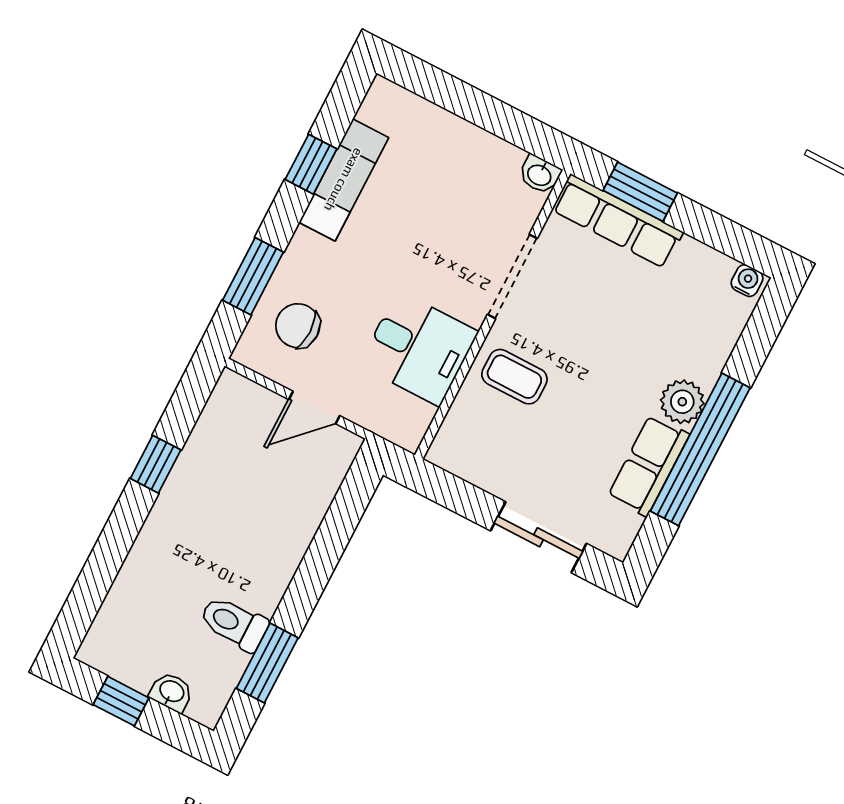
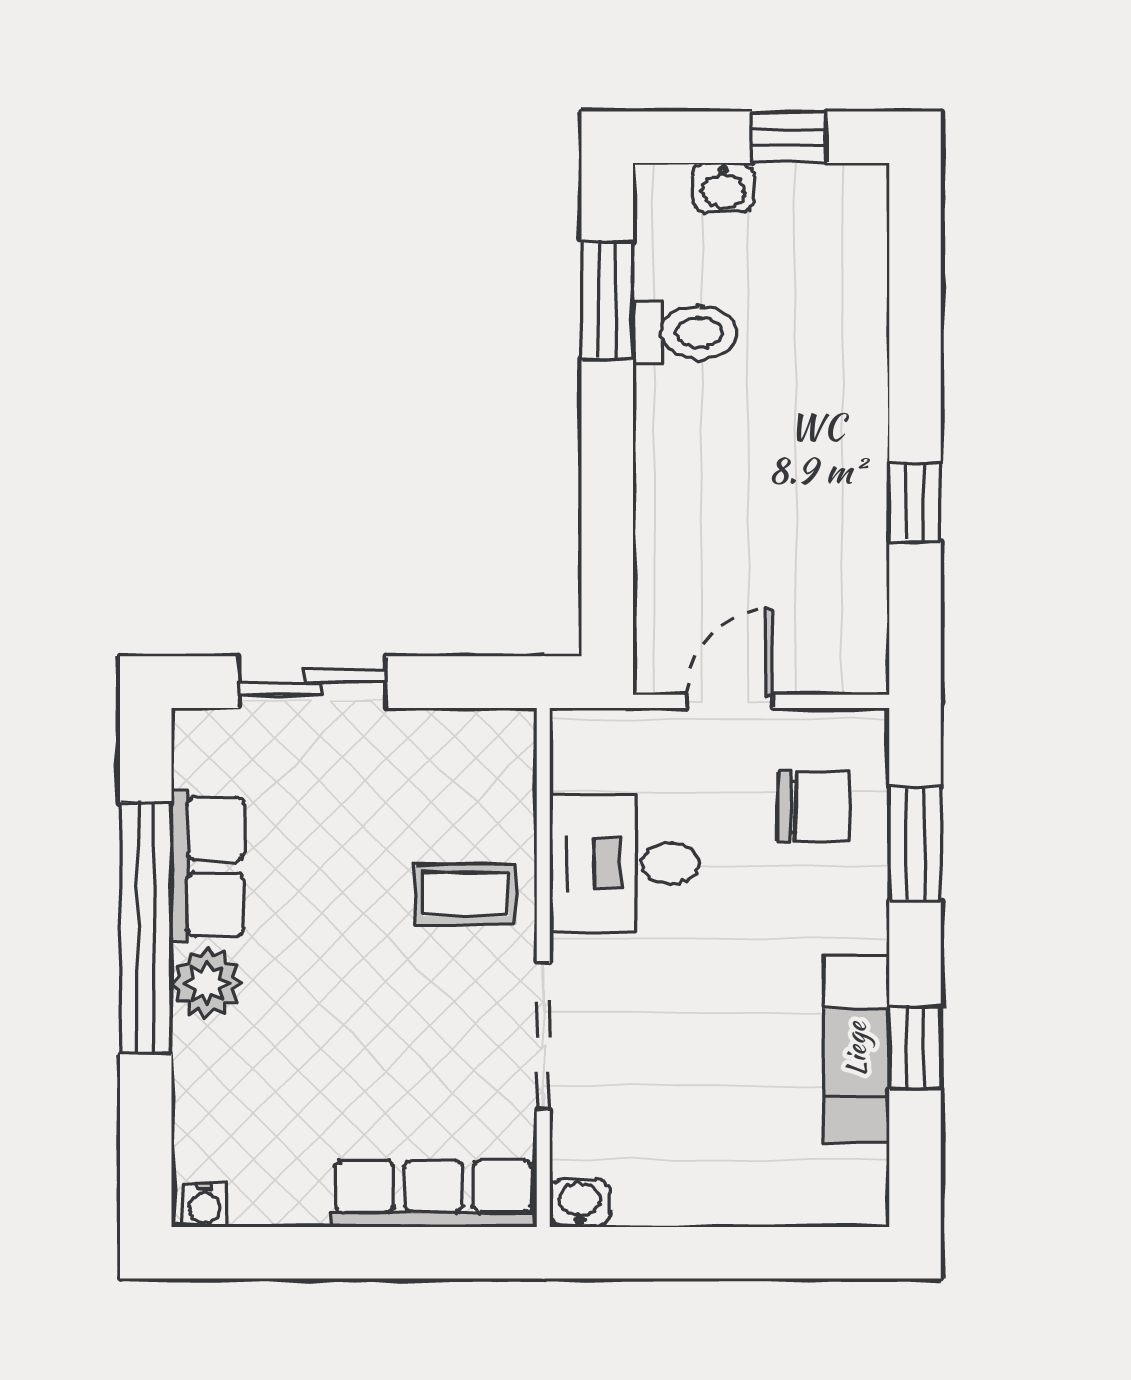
window: (640, 192) -> (423, 1253), removed

